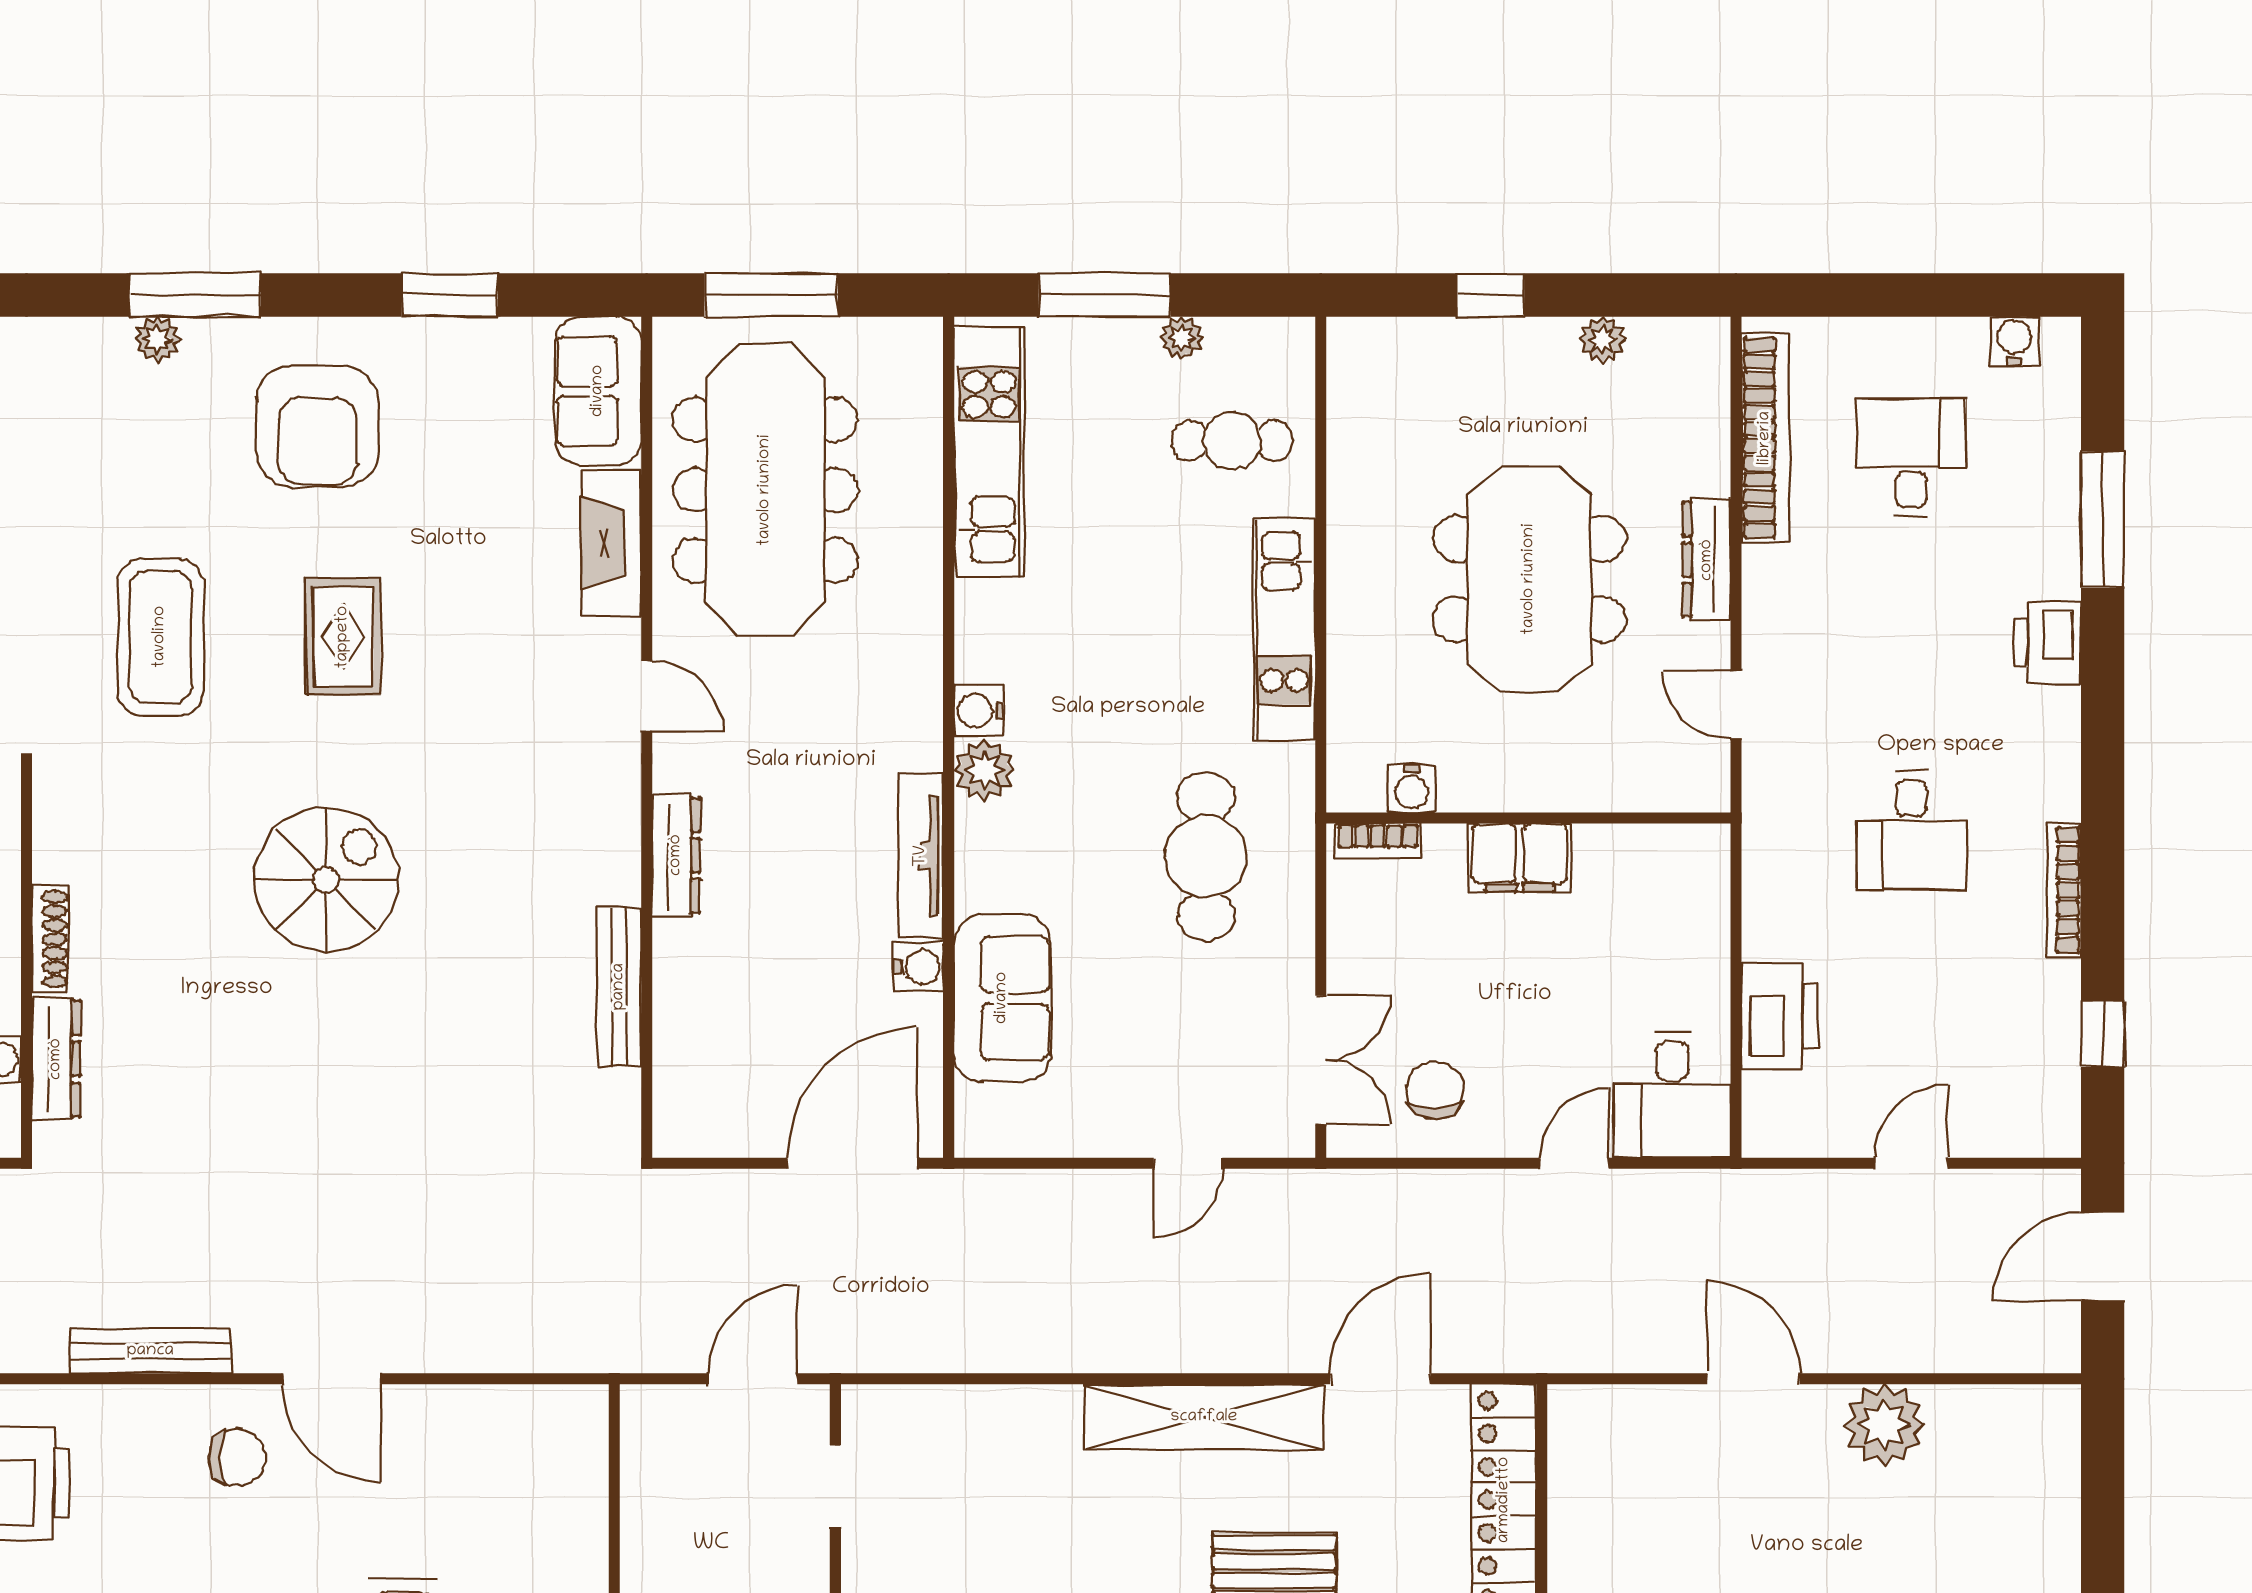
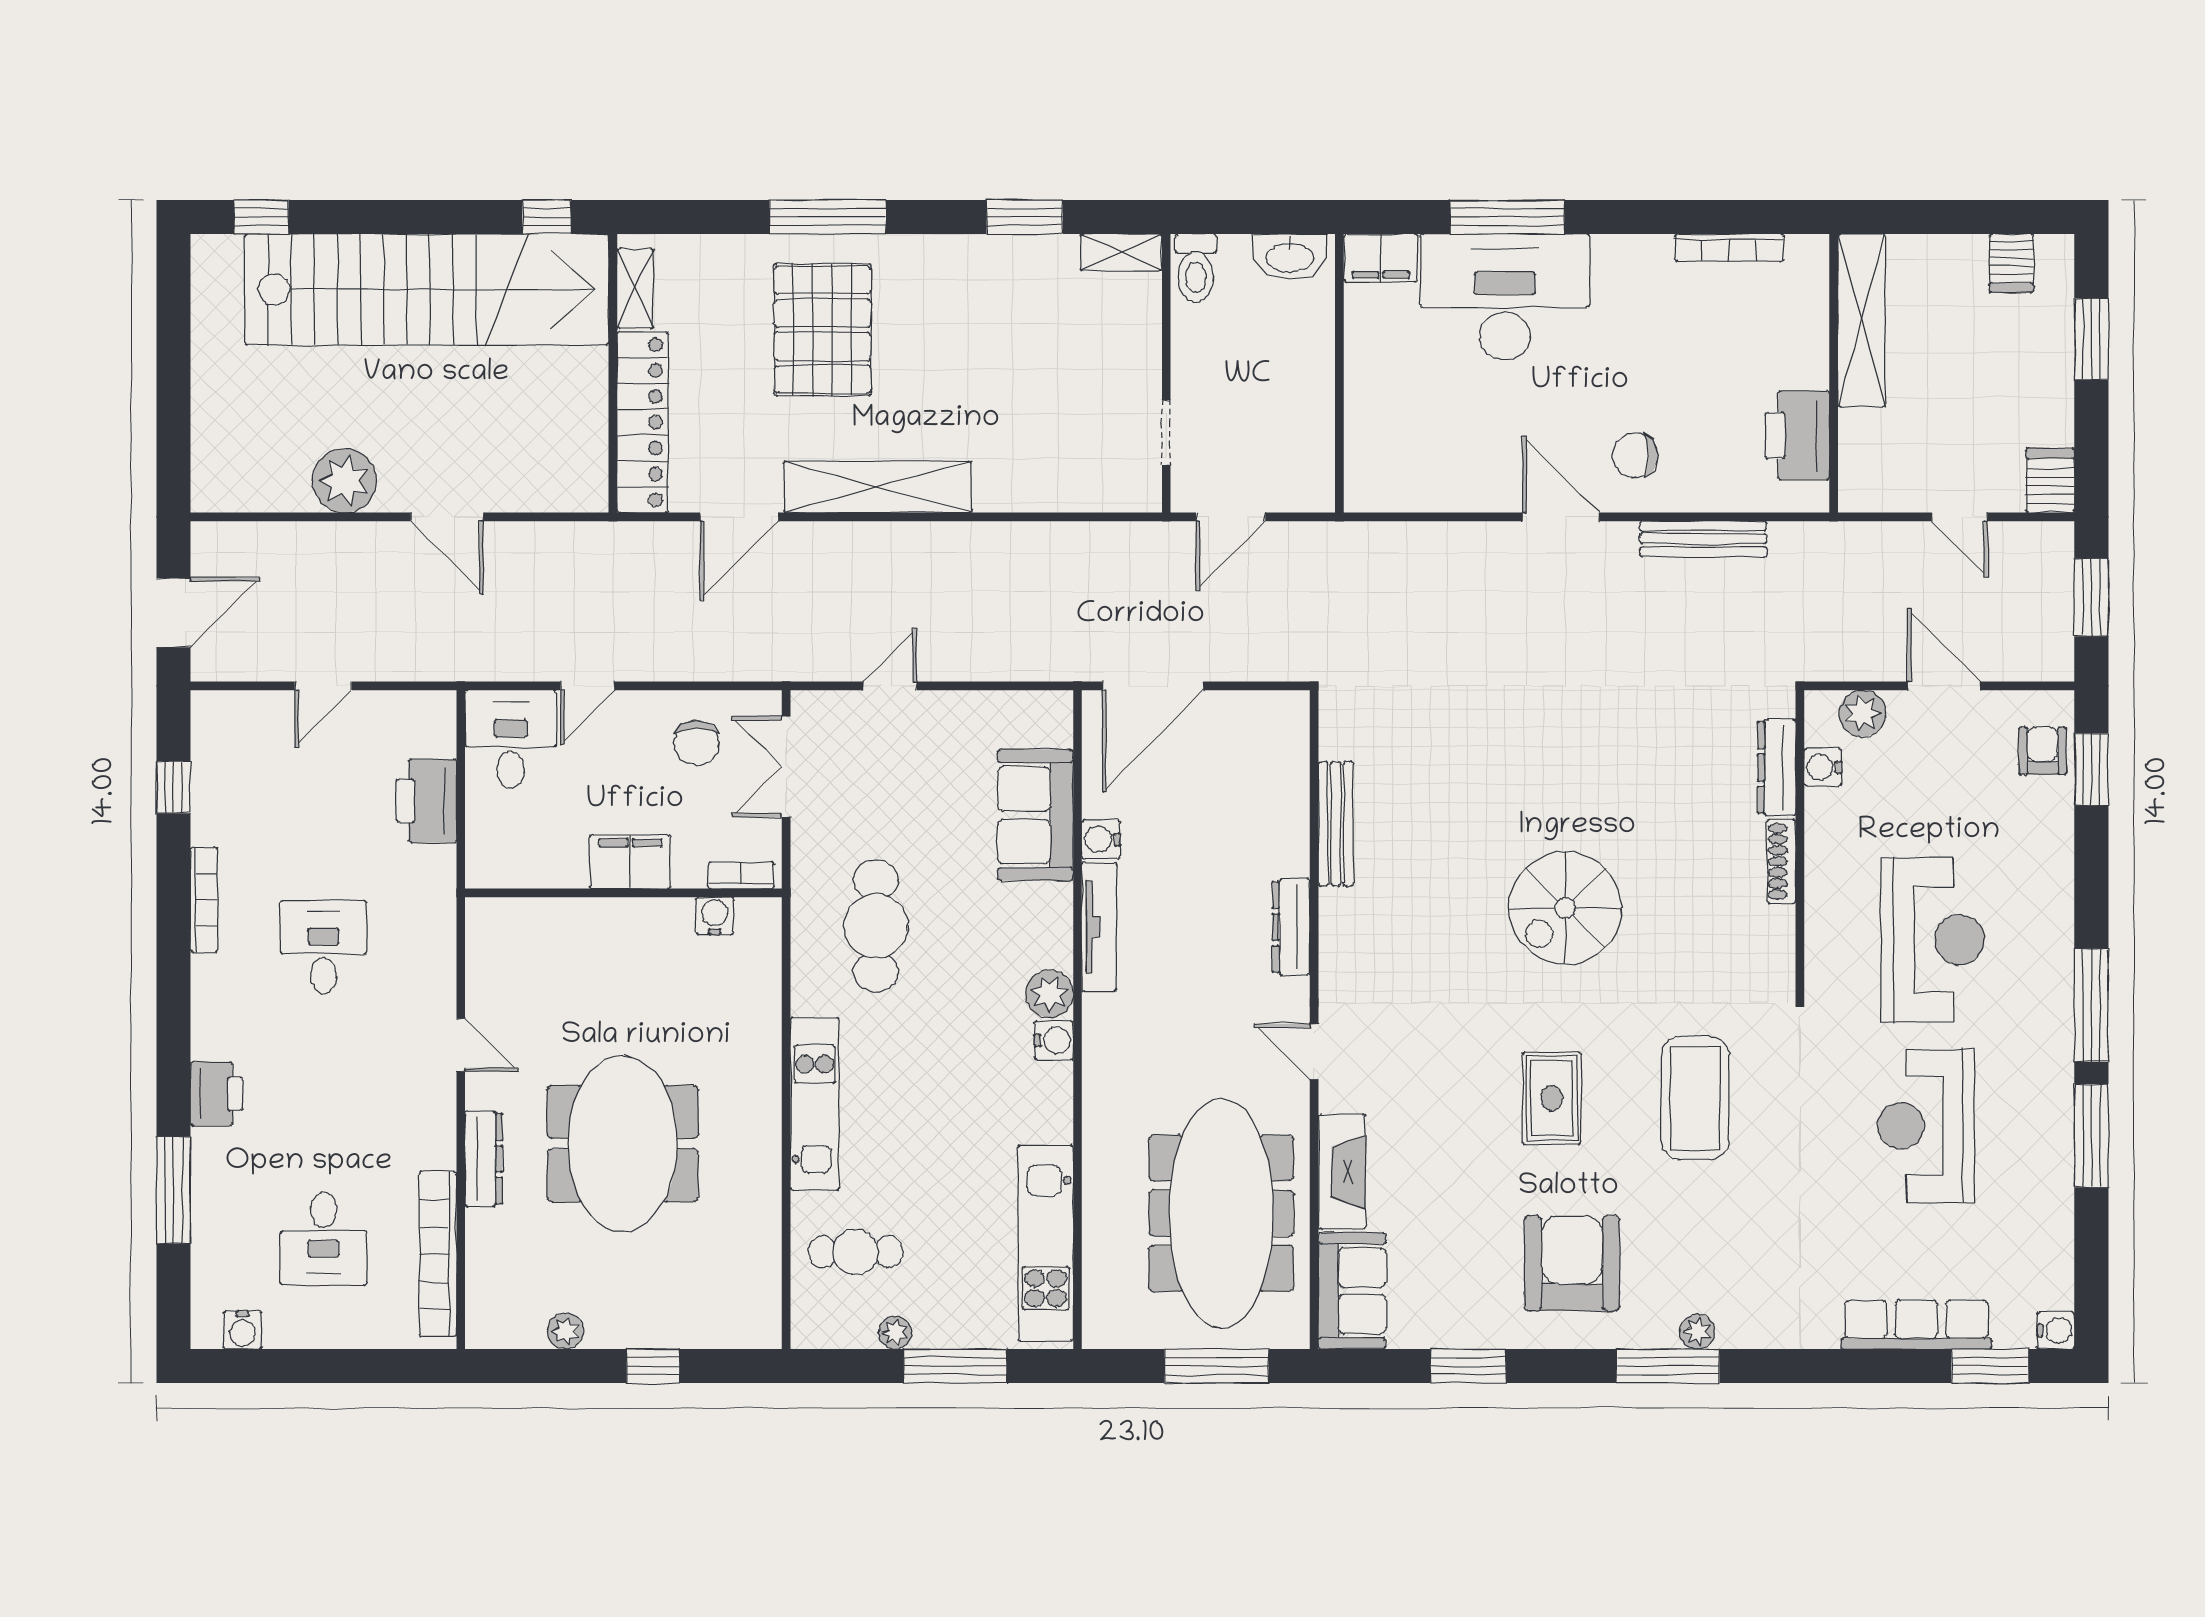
water cooler: (1412, 789) -> (715, 916), moved
wall: (1528, 818) -> (623, 893), moved
bookcase: (1378, 840) -> (741, 875), moved
filing cabinet: (1520, 858) -> (630, 862), moved

